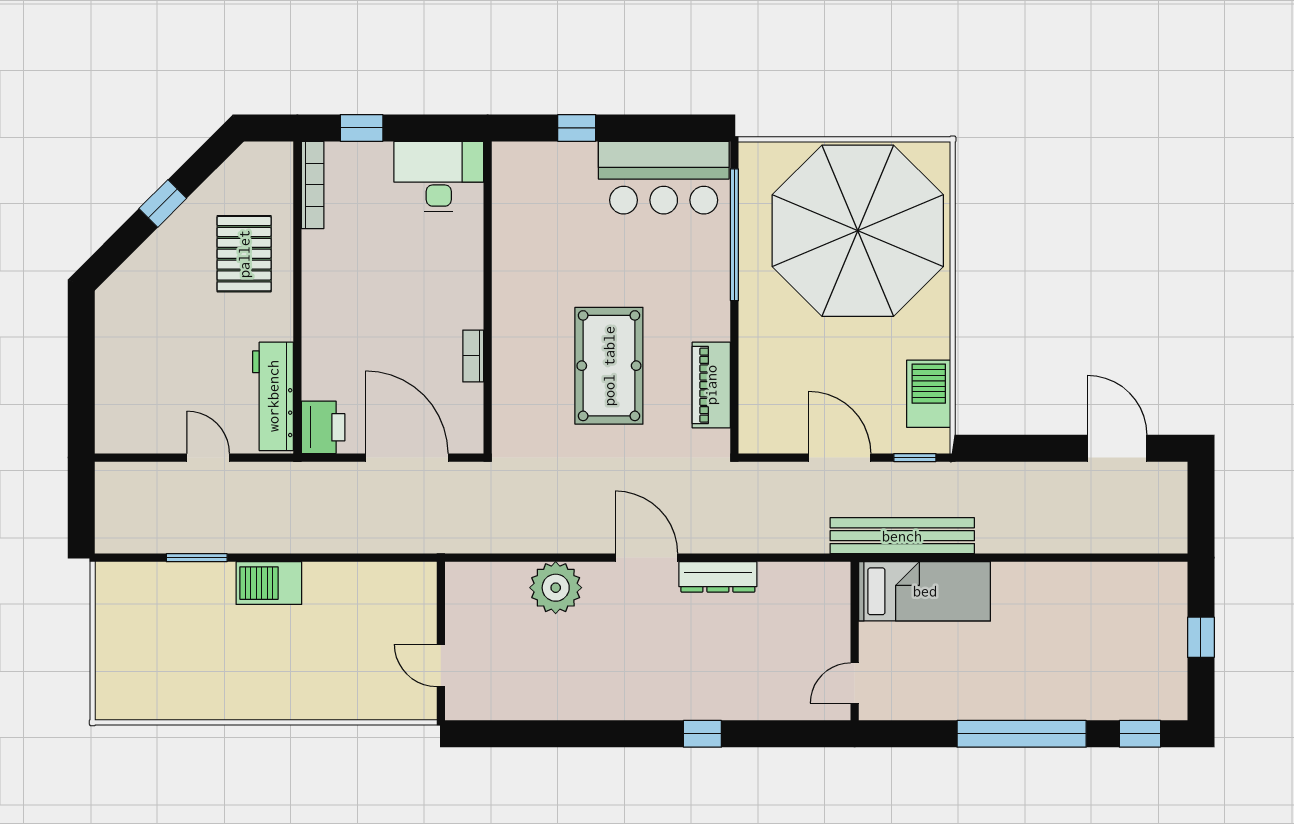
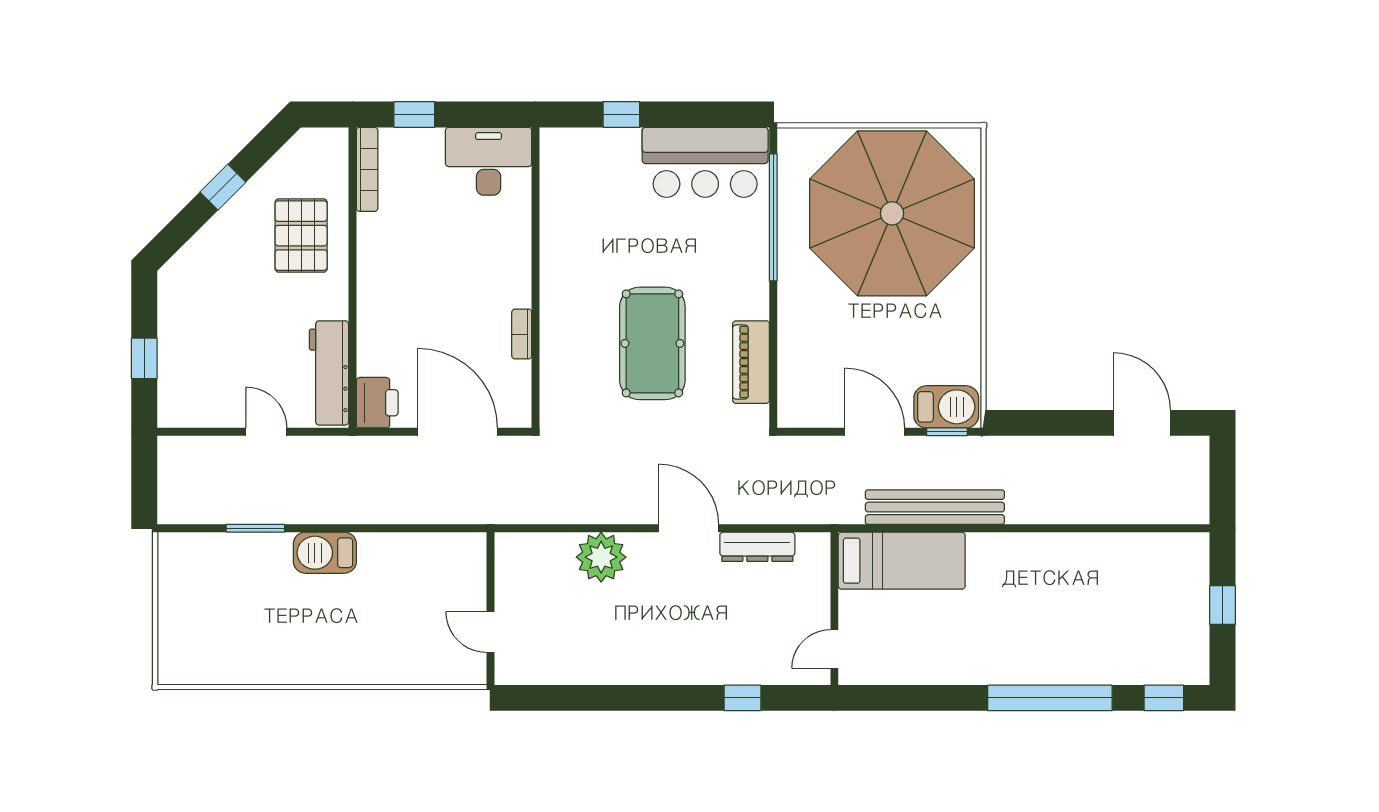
window: (81, 381) -> (144, 358), added
barbecue: (929, 394) -> (946, 407), moved, turned 90
bed: (925, 591) -> (902, 561), moved
wall: (855, 641) -> (834, 609), moved
door: (855, 683) -> (834, 649), moved

